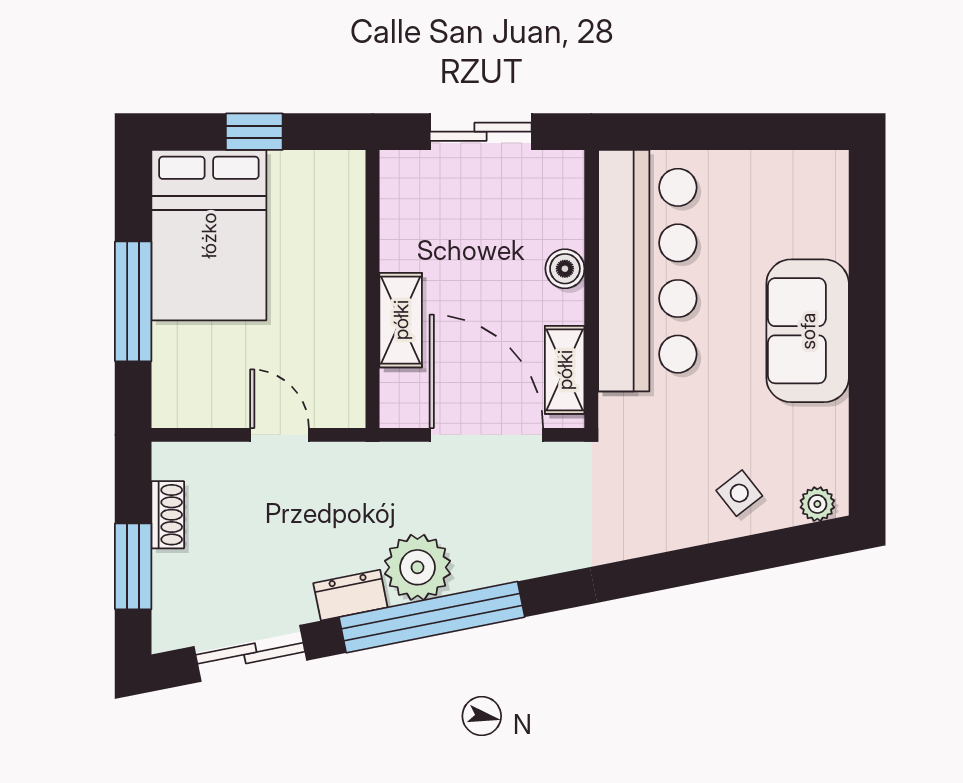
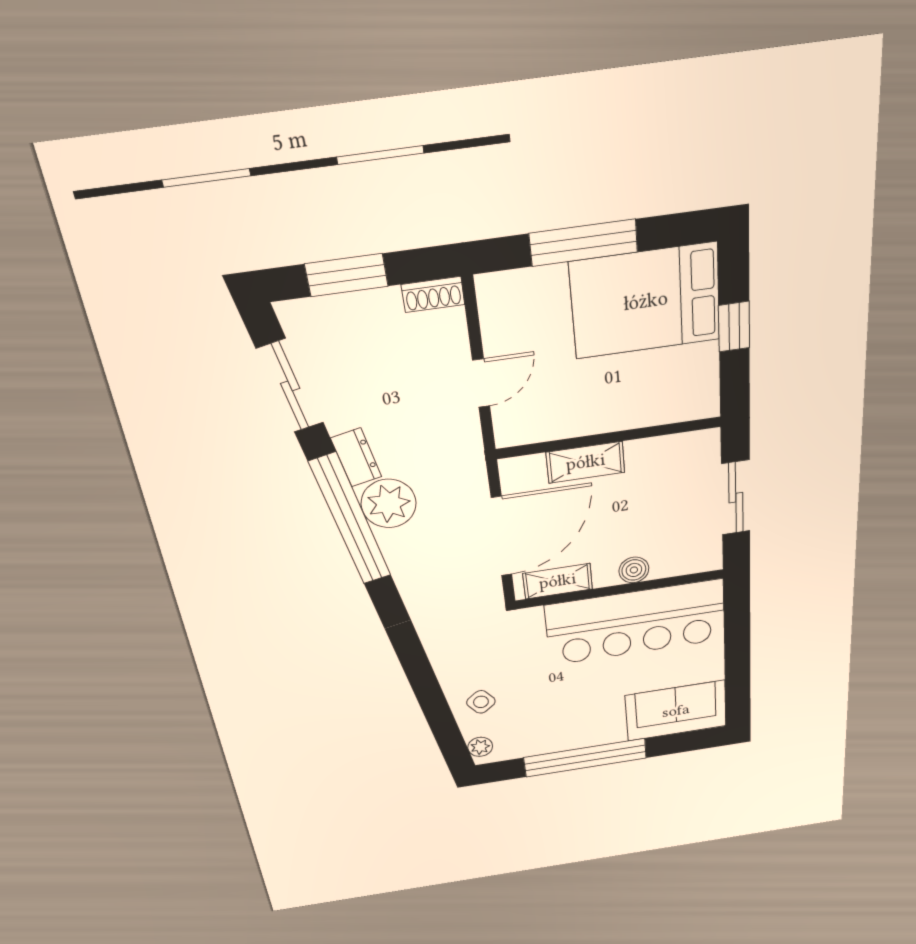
sofa: (808, 331) -> (676, 711), moved
window: (867, 357) -> (585, 758), added
shoe rack: (168, 515) -> (433, 295), moved

